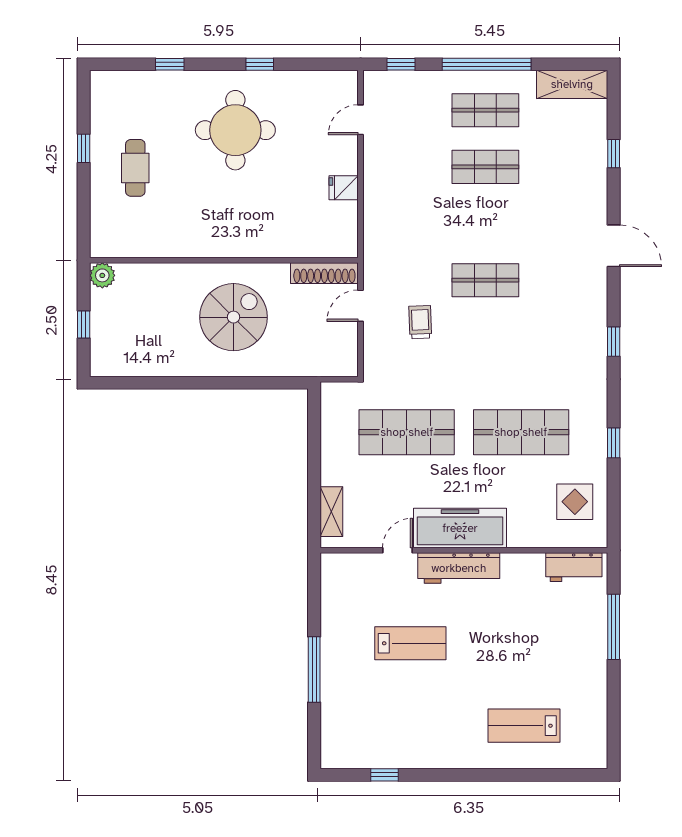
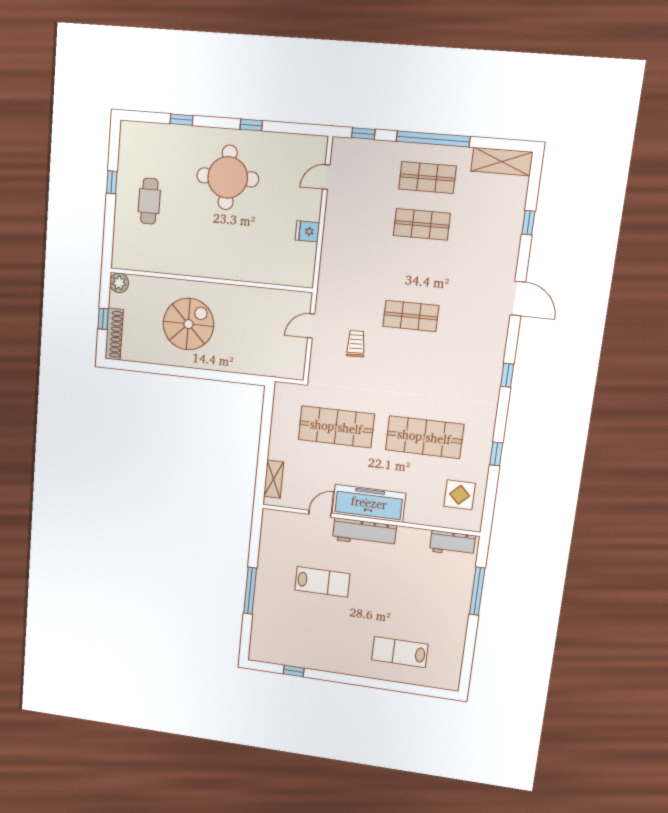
shoe rack: (324, 273) -> (114, 334), moved, turned -90
spiral stairs: (233, 317) -> (188, 324), moved

